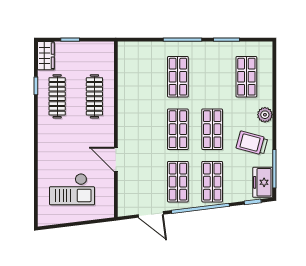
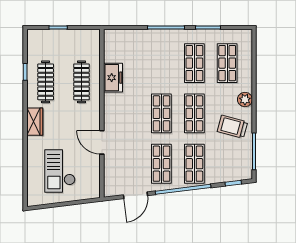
wardrobe: (46, 56) -> (35, 122), moved
shop shelf: (178, 77) -> (194, 63), moved
freezer: (263, 182) -> (113, 78), moved, turned 180
checkout: (72, 189) -> (60, 171), turned 90
door: (151, 214) -> (135, 195), hinge flipped

